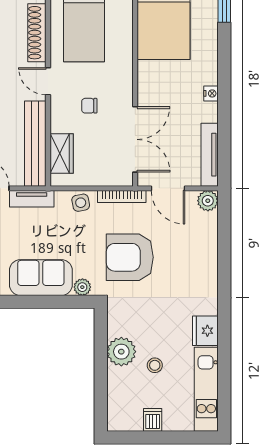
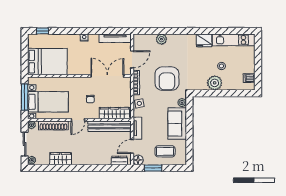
wardrobe: (62, 153) -> (114, 113), width x1.50
plant: (208, 201) -> (161, 39), moved
dishwasher: (153, 420) -> (249, 78), moved

